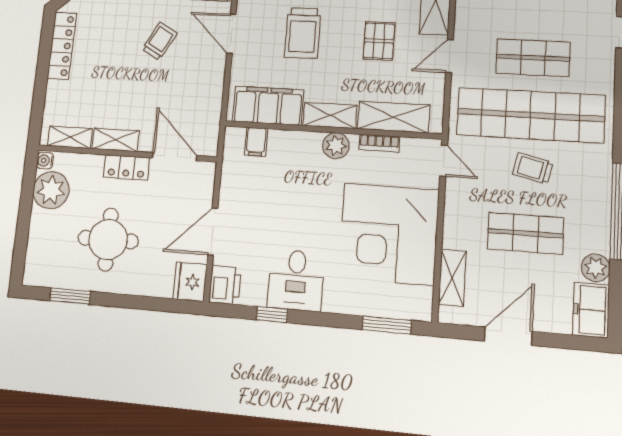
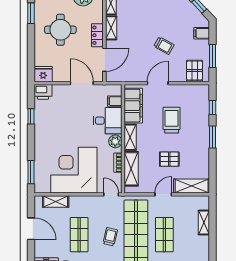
trolley: (303, 33) -> (172, 120), turned 90
door: (231, 34) -> (158, 83), moved
door: (450, 56) -> (163, 194), hinge flipped
door: (444, 161) -> (111, 194), swing flipped
door: (213, 232) -> (82, 83), moved
desk: (296, 280) -> (108, 121), moved, turned 180

